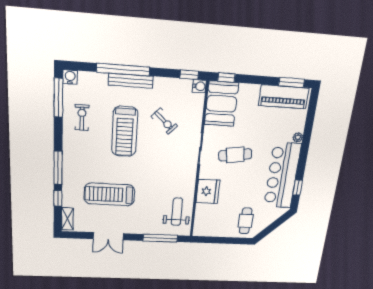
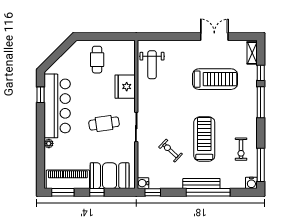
window: (226, 78) -> (97, 192), moved
booth: (221, 104) -> (110, 176), moved, turned 90
cafe table: (246, 221) -> (97, 60), moved
window: (160, 238) -> (166, 37), removed

